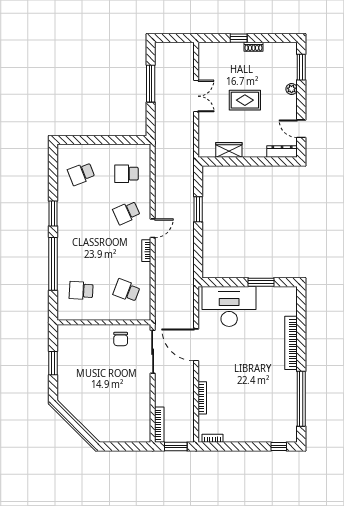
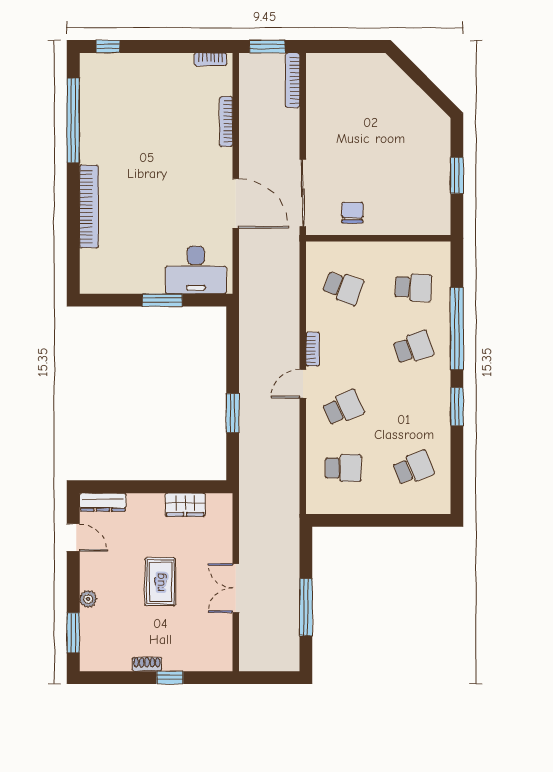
rug: (245, 100) -> (160, 582), turned 90
school desk: (81, 252) -> (413, 348), added
window: (261, 282) -> (162, 300), moved
desk: (229, 306) -> (196, 270), width x0.73, depth x0.77

